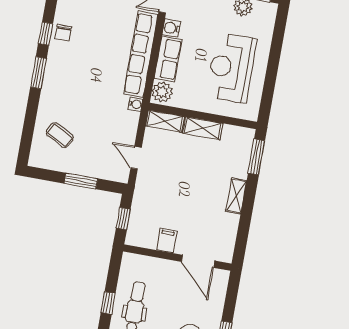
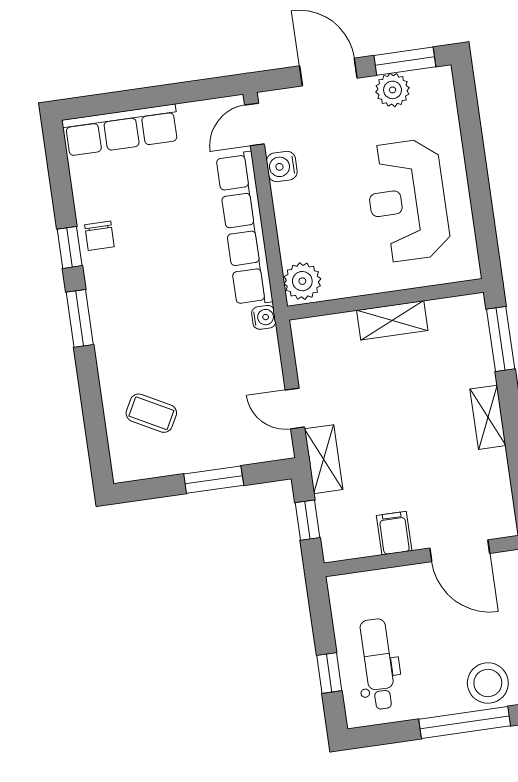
row of seats: (168, 59) -> (294, 221), removed
shelving: (165, 121) -> (324, 459), moved, turned 90

